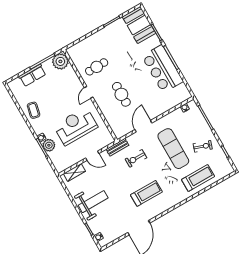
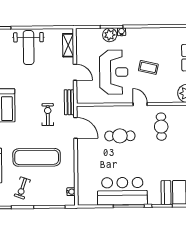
coffee table: (34, 110) -> (148, 67), moved
door: (143, 126) -> (76, 128), moved
door: (92, 156) -> (75, 72), swing flipped

